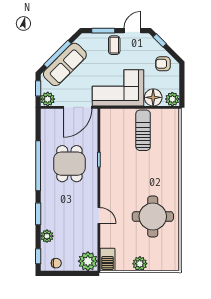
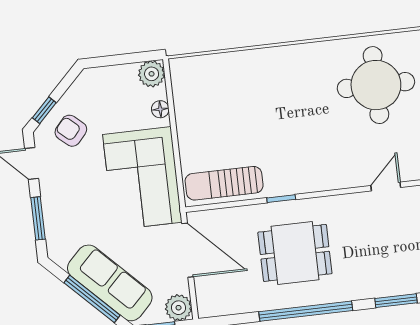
coffee table: (114, 45) -> (63, 195), removed
armchair: (163, 64) -> (71, 131), moved, turned 131
floor lamp: (153, 97) -> (160, 109), width x0.53, depth x0.53
sun lounger: (143, 130) -> (224, 183), moved

